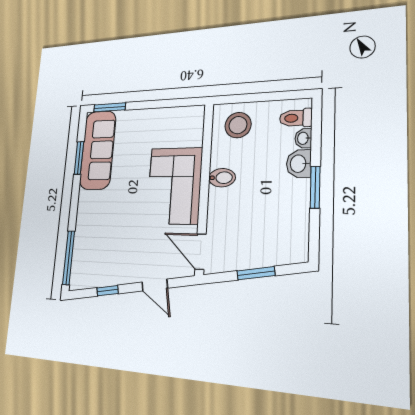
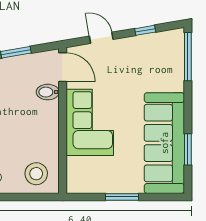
window: (110, 107) -> (122, 197), moved
sofa: (98, 150) -> (164, 143), width x1.36, depth x1.27
bidet: (222, 178) -> (48, 92), moved

